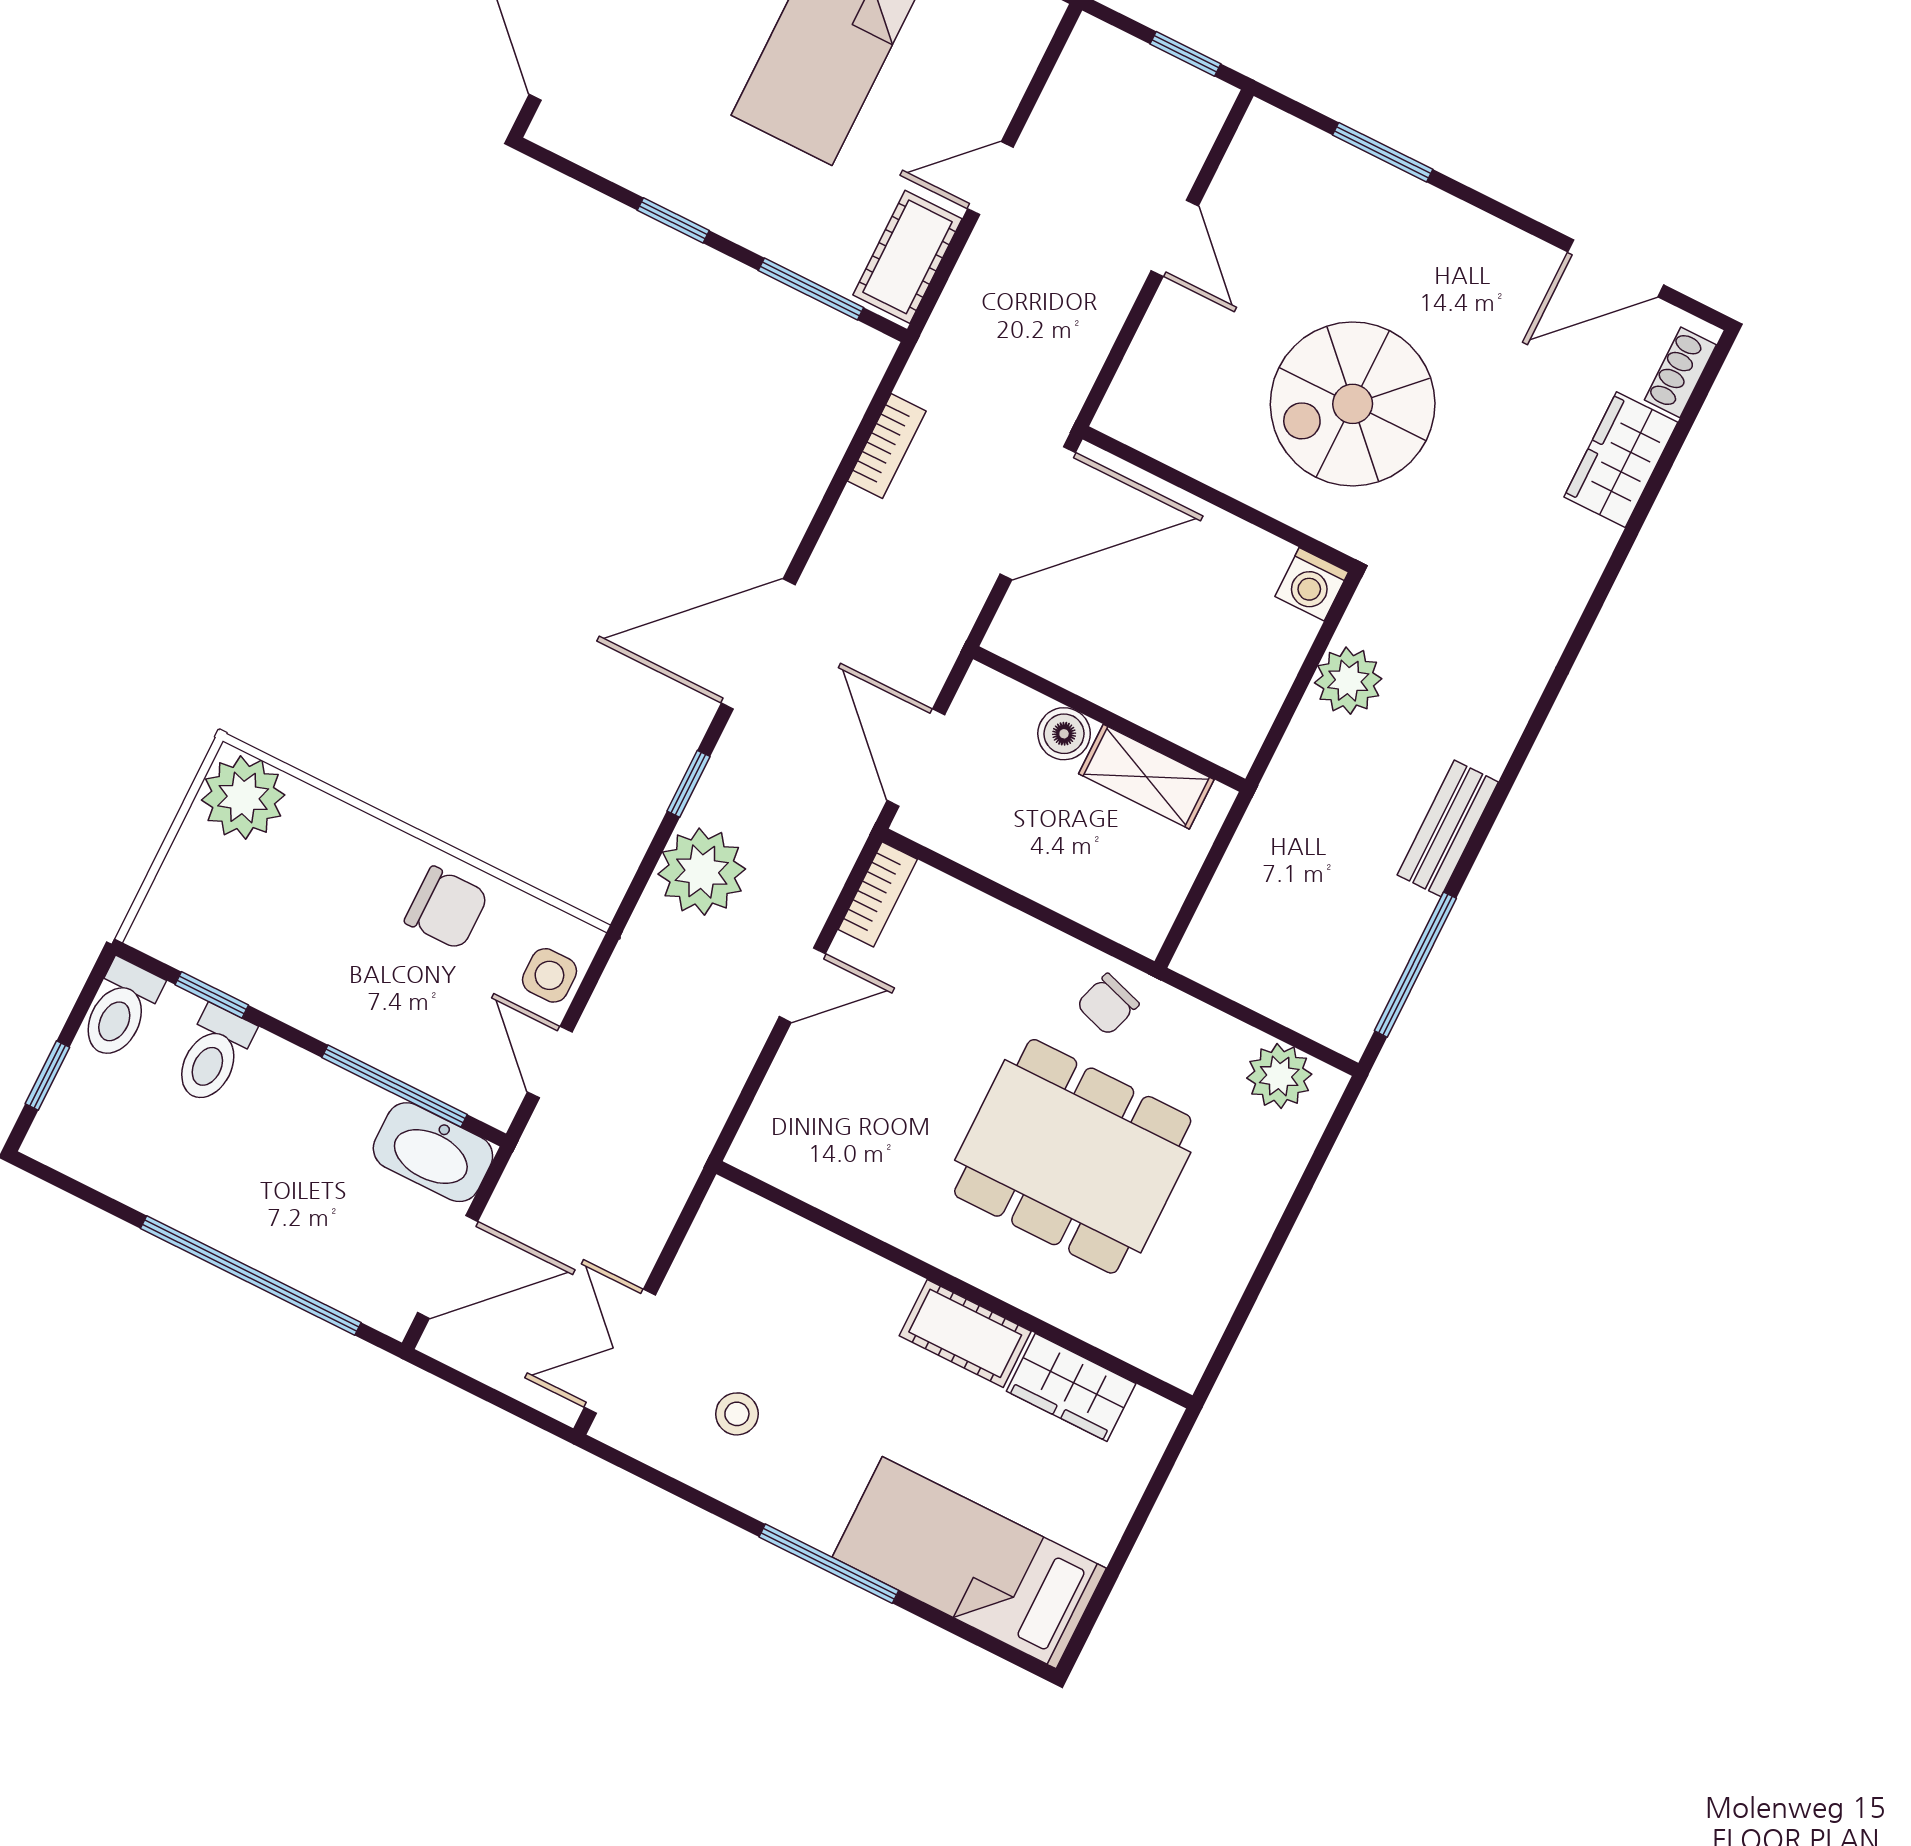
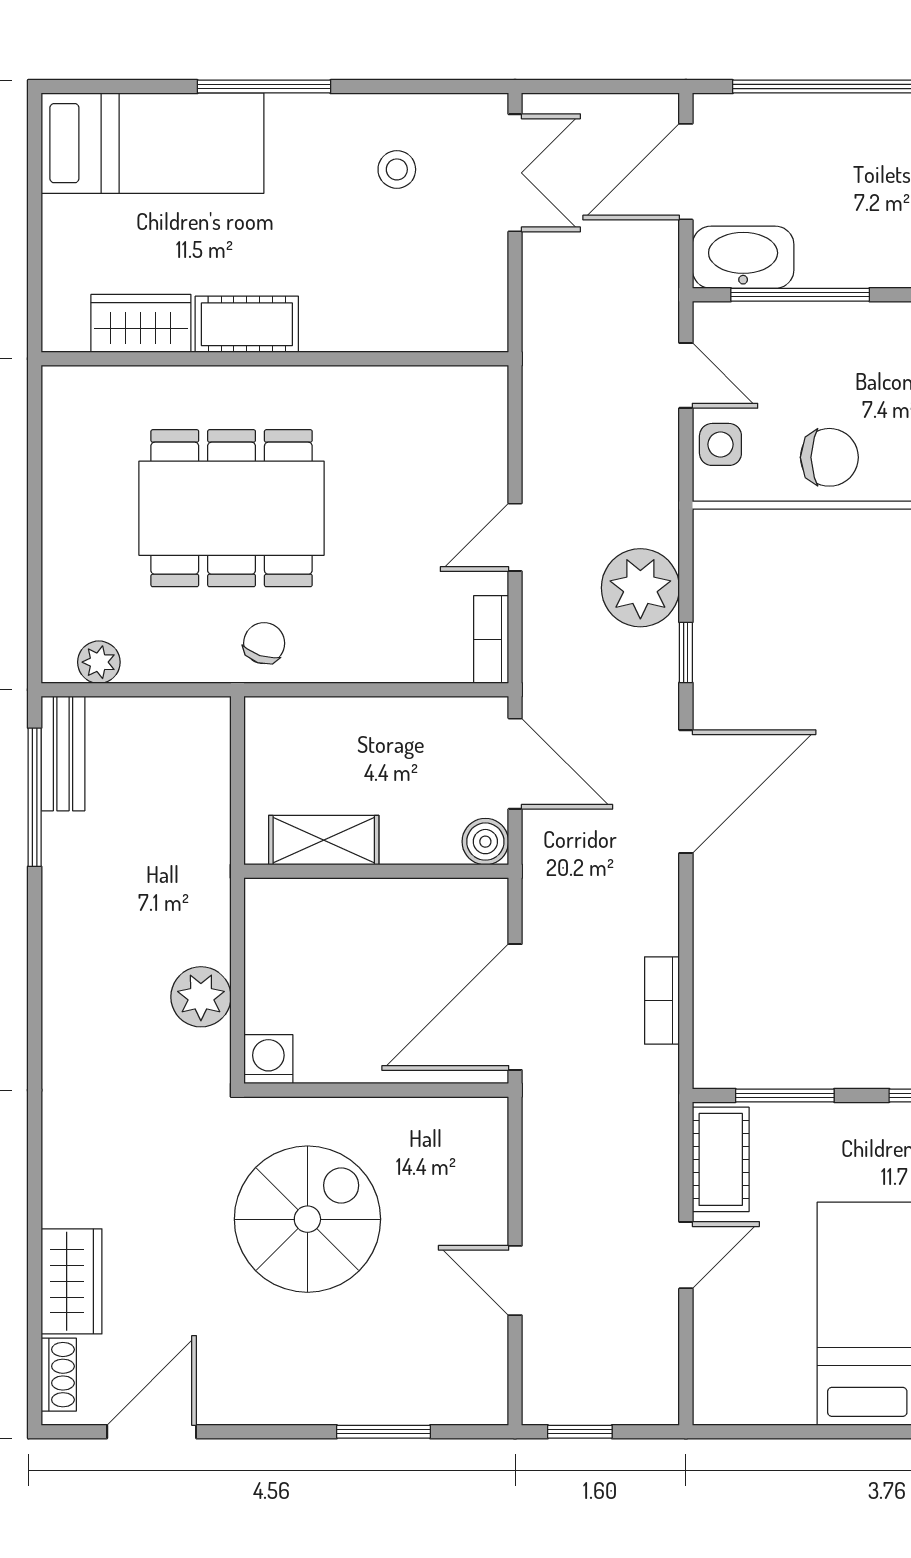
boiler: (1064, 734) -> (485, 842), moved
bench: (1448, 828) -> (63, 753), moved
chair: (447, 908) -> (829, 457), turned 180
plant: (1279, 1076) -> (99, 662), width x0.73, depth x0.73

